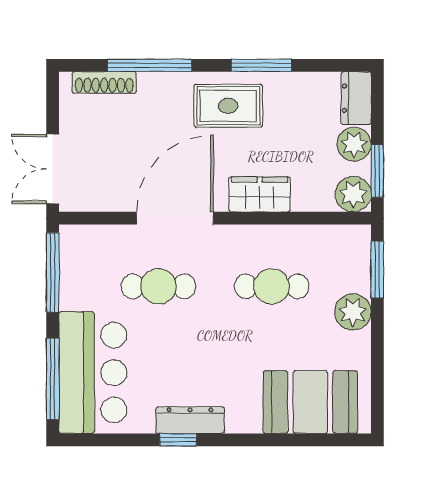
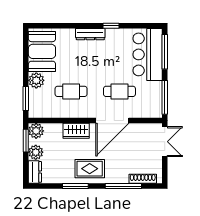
booth: (310, 402) -> (42, 51), moved, turned 90
dresser: (190, 420) -> (90, 34), moved

